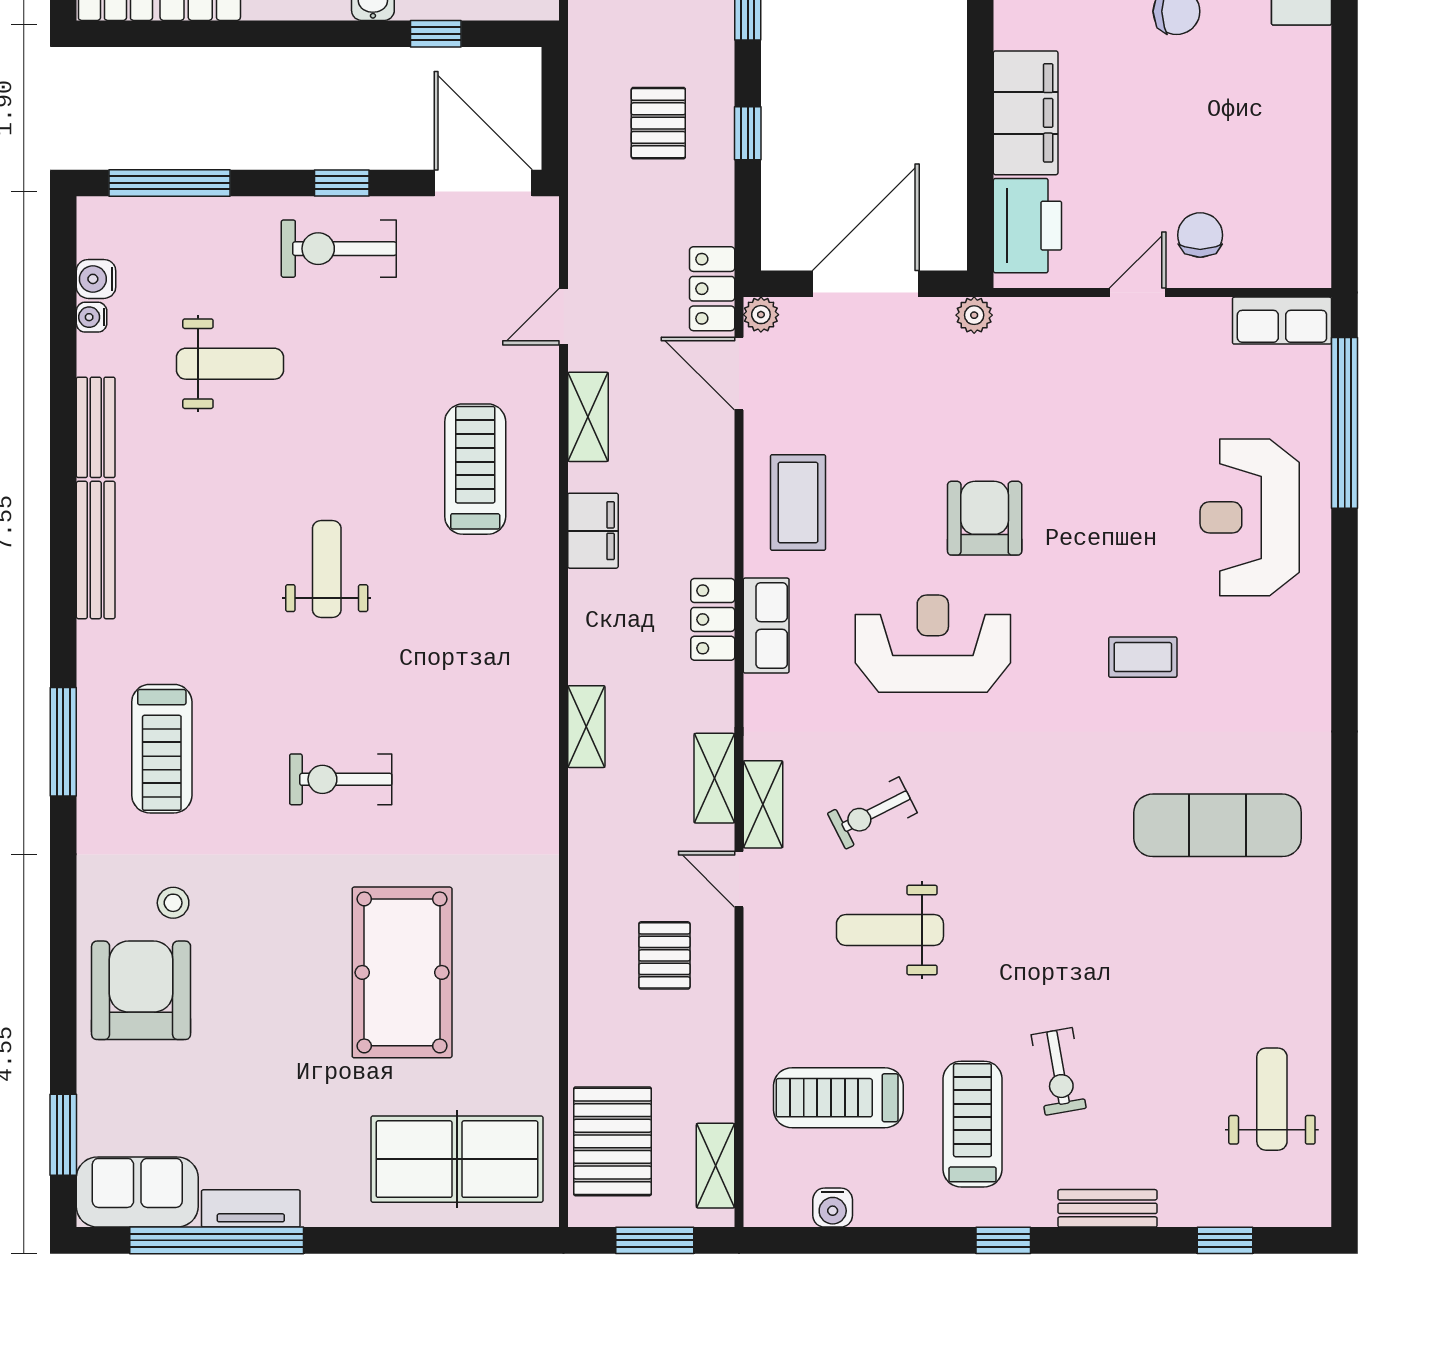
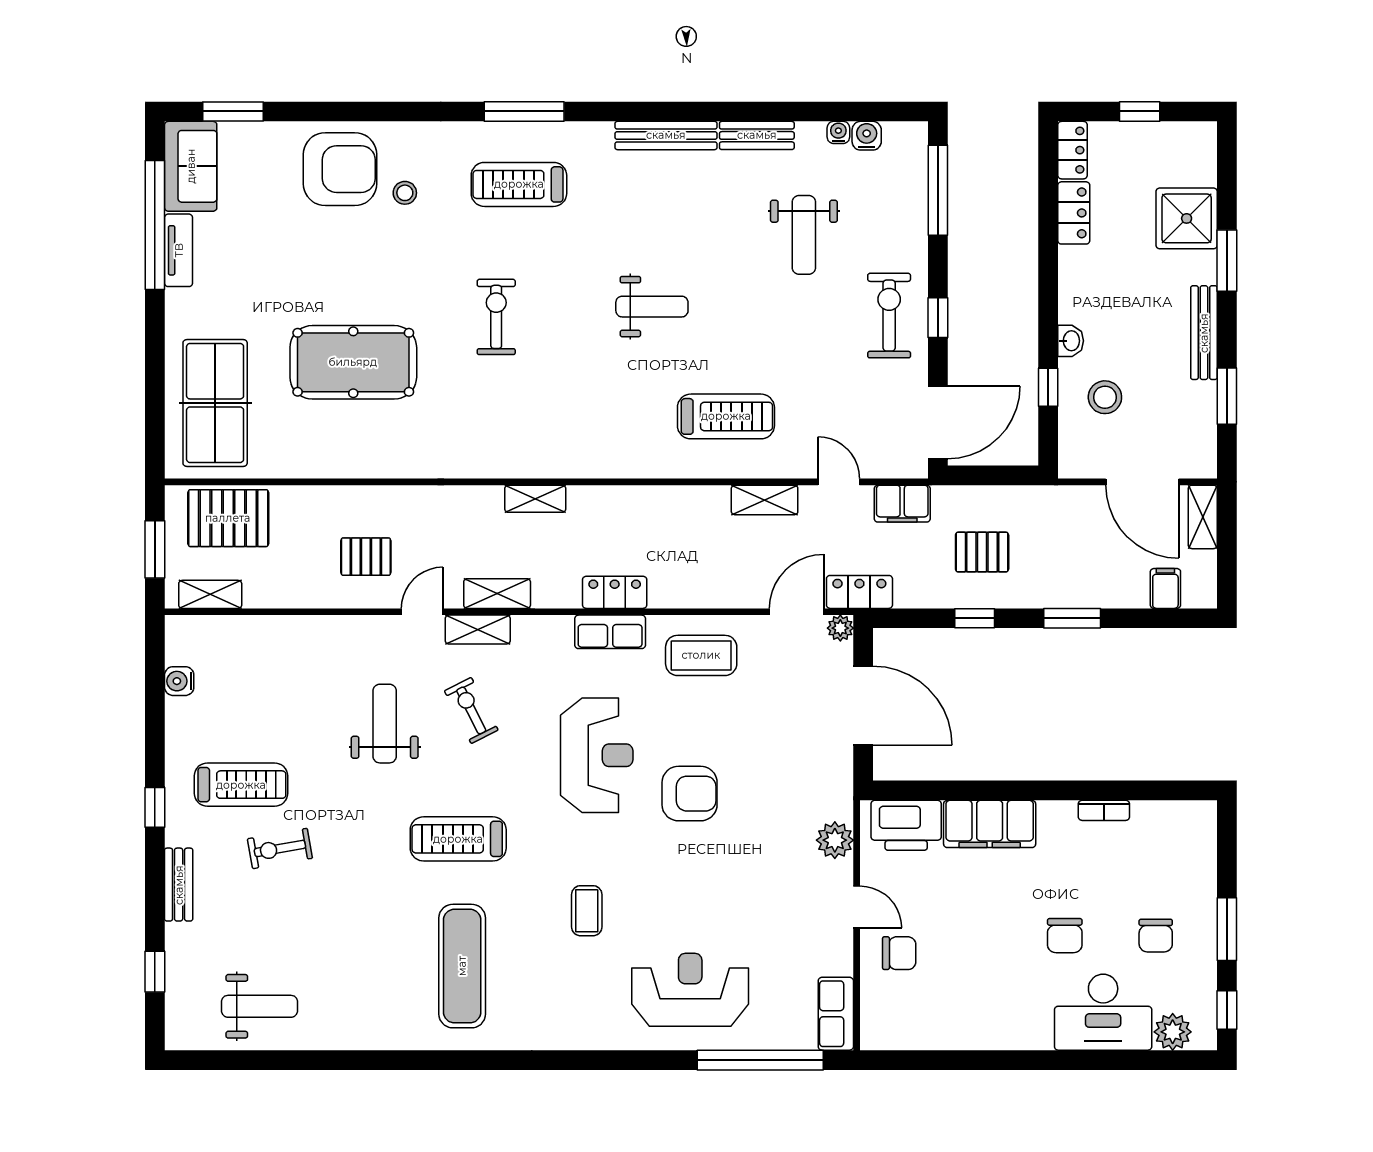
plant: (974, 315) -> (835, 840), moved, width x1.38, depth x1.38
filing cabinet: (593, 531) -> (902, 504), moved
treadmill: (838, 1098) -> (458, 839), moved, turned -90

